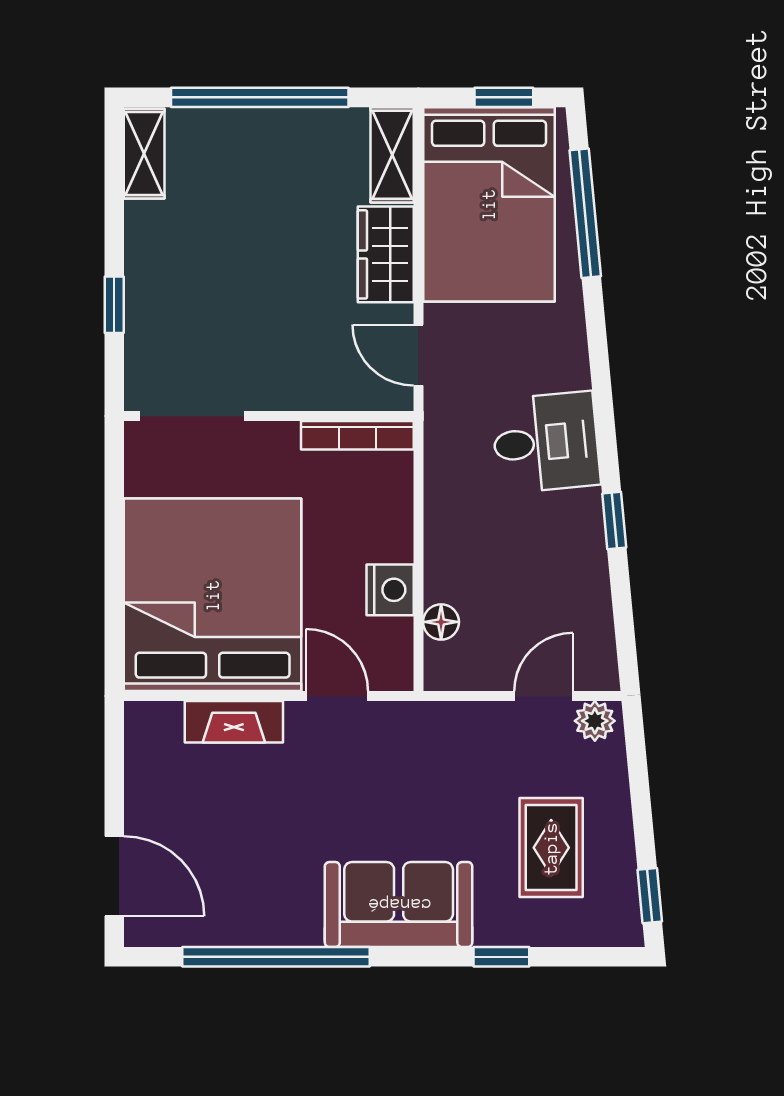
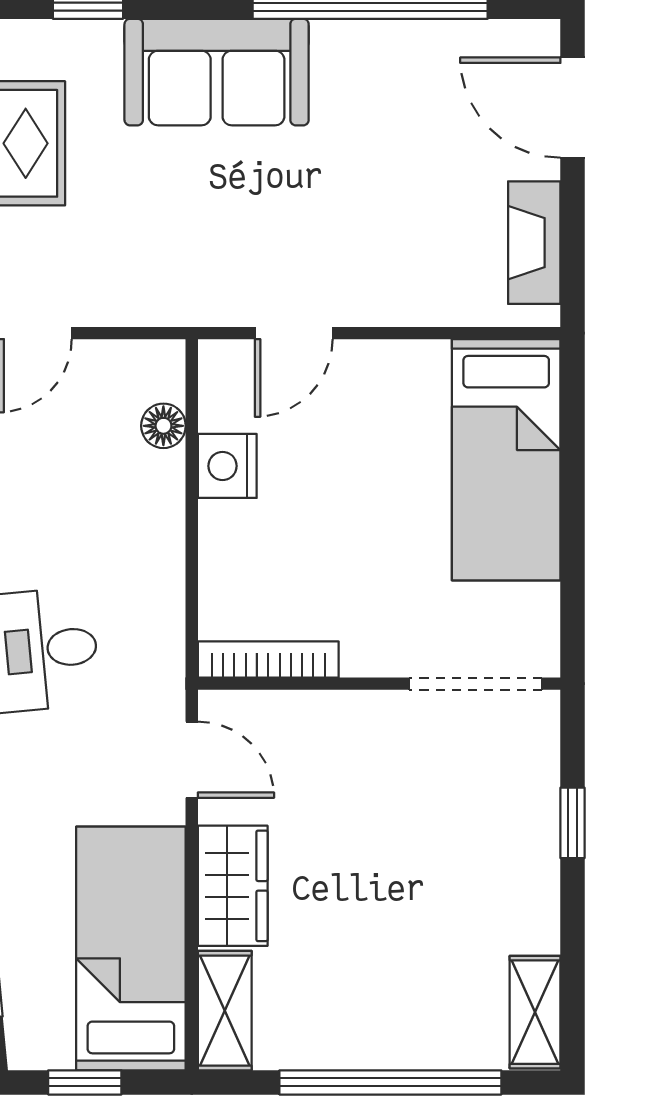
bed: (489, 204) -> (131, 949), width x0.67
bed: (213, 595) -> (506, 460), width x0.49
door: (337, 696) -> (294, 333), hinge flipped
fireplace: (234, 722) -> (534, 243), moved, turned -90

